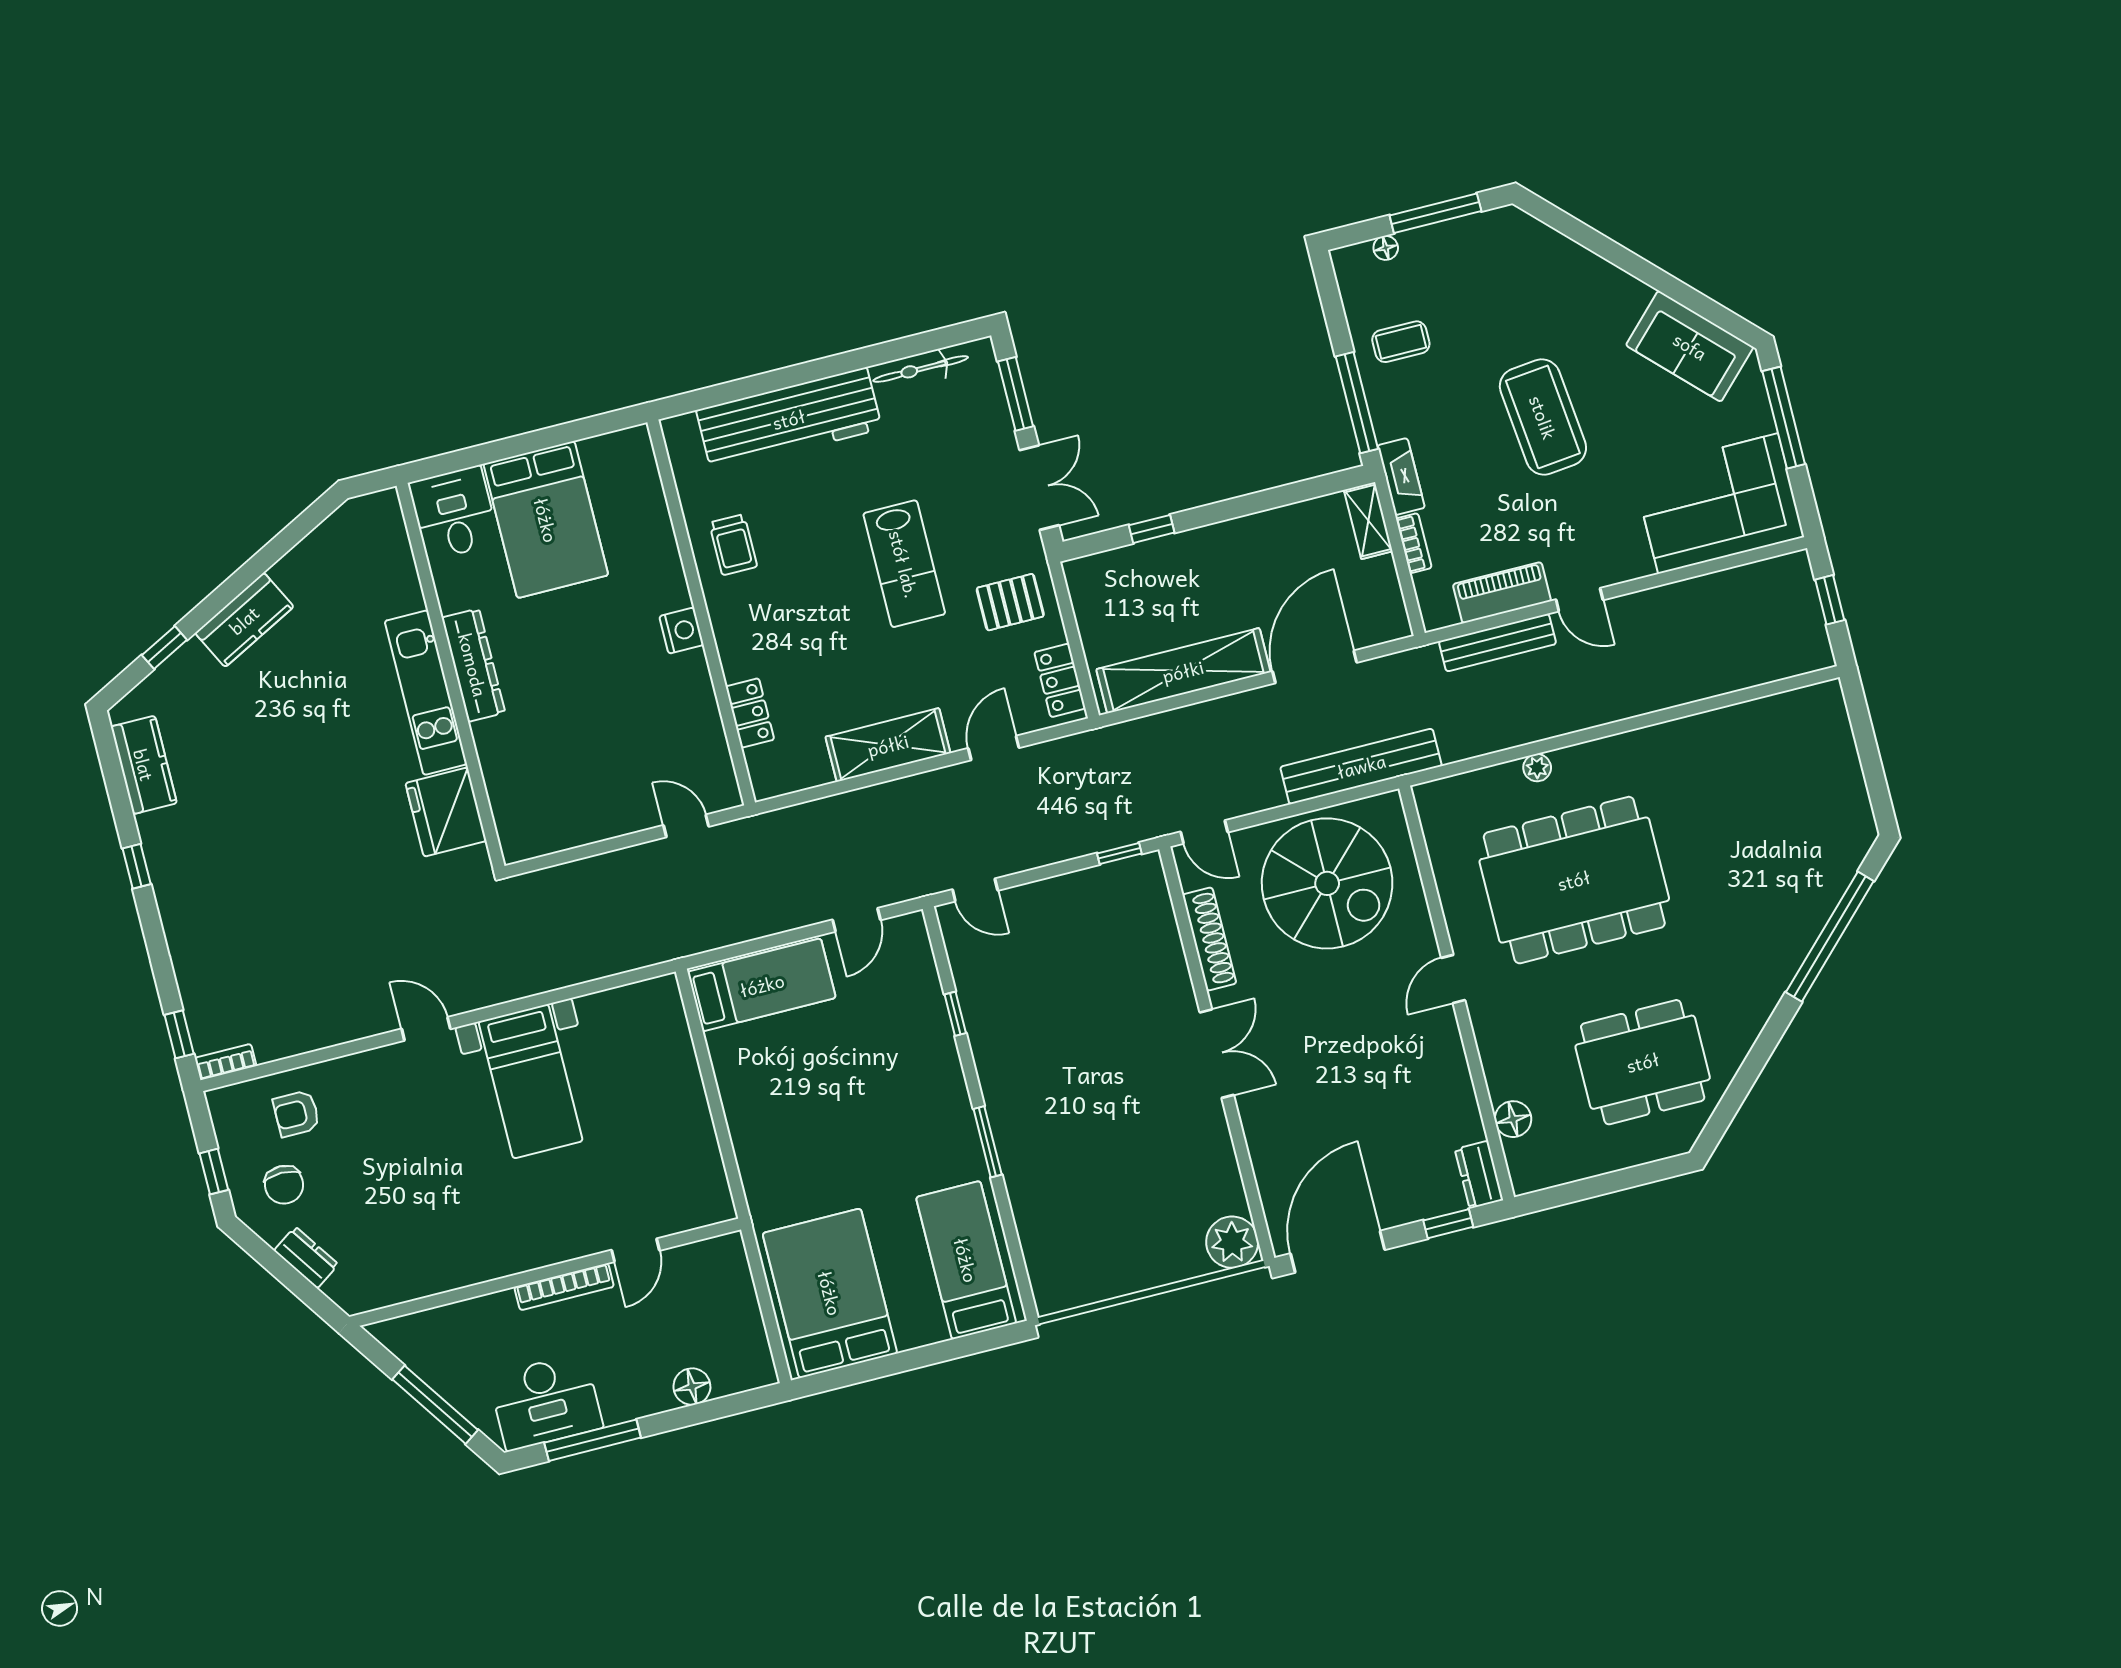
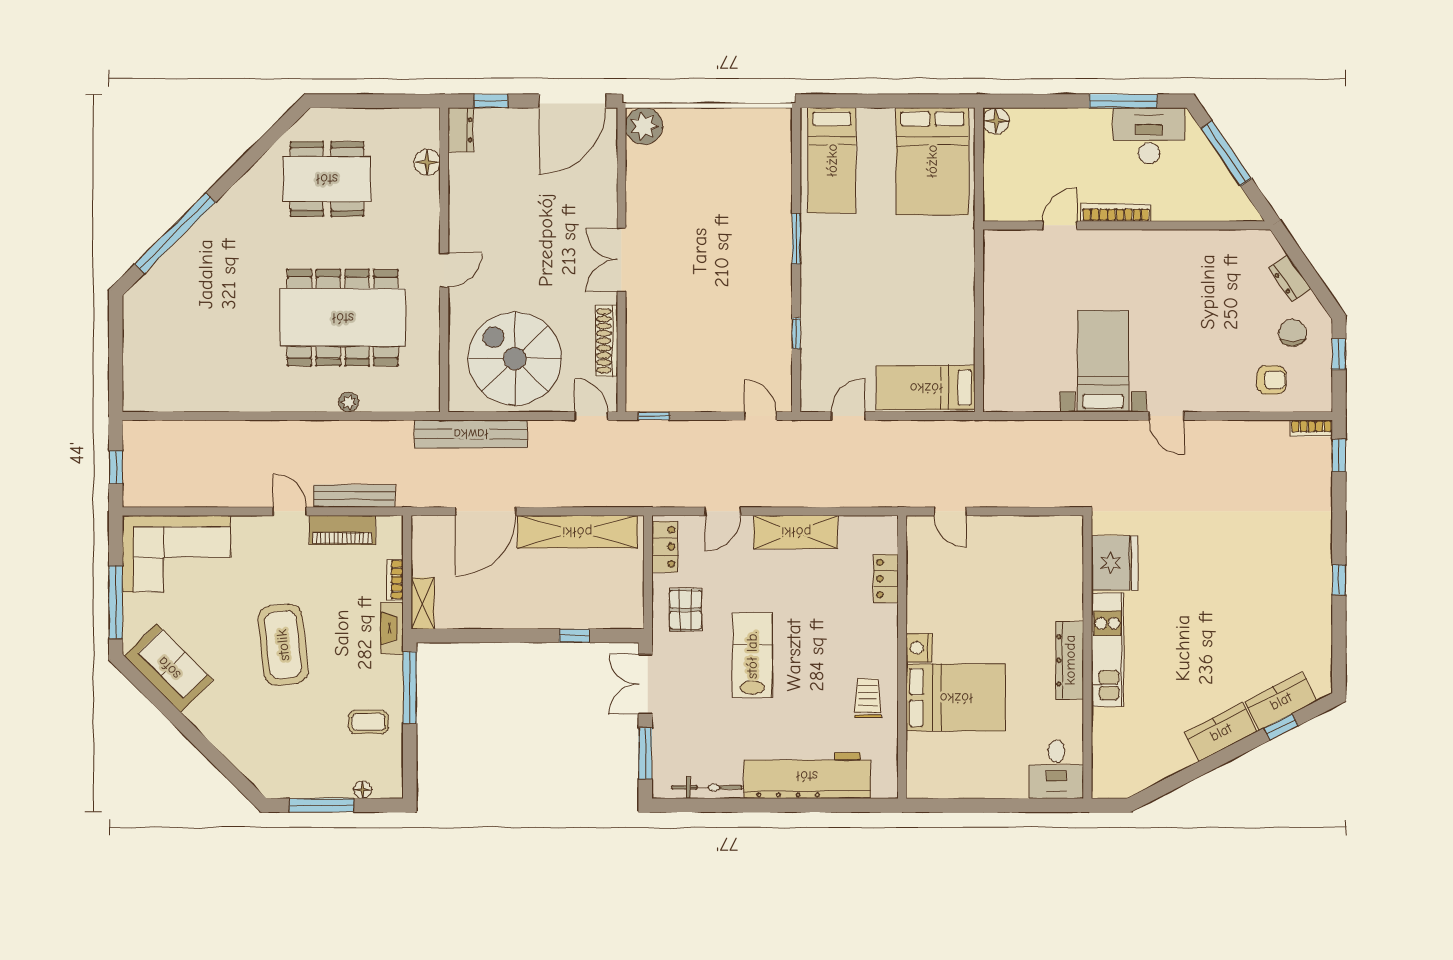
bed: (546, 520) -> (956, 698), moved, turned 90
pallet: (1010, 602) -> (686, 610), turned 90
kitchen counter: (144, 765) -> (1281, 701), moved, turned 63
floor lamp: (692, 1387) -> (996, 121), moved

